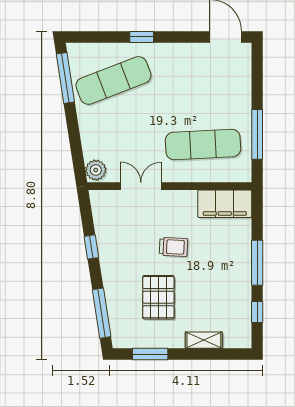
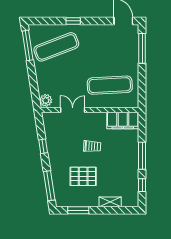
window: (257, 134) -> (142, 48), moved
pallet: (158, 297) -> (83, 176), turned 90

